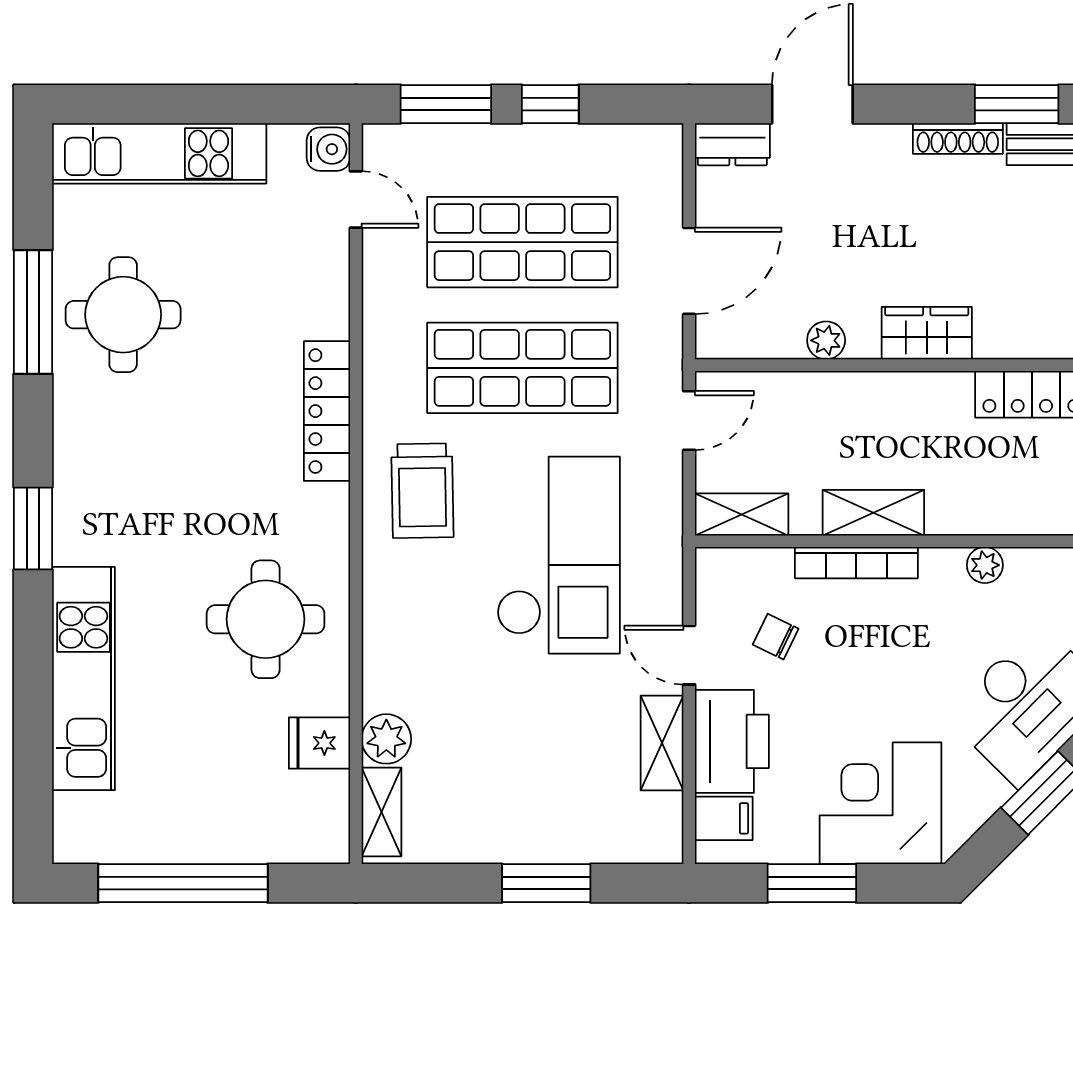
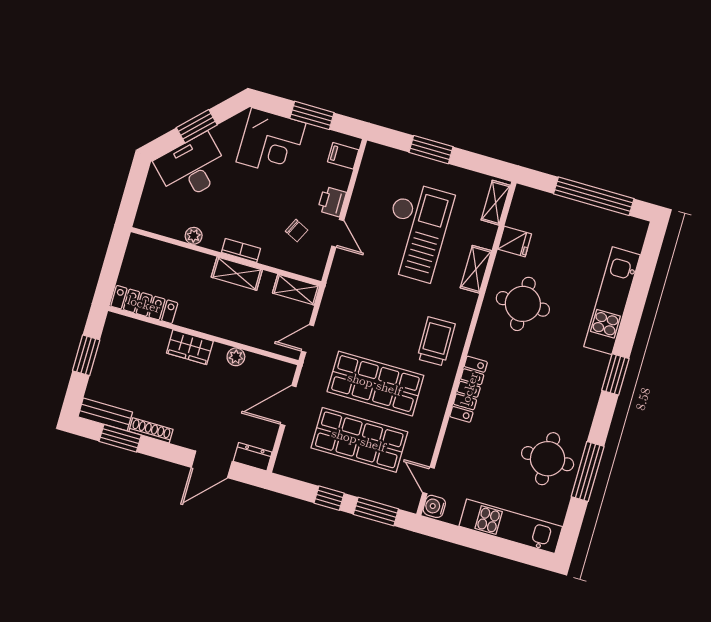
checkout: (558, 555) -> (415, 231), moved, turned 180
bookcase: (856, 563) -> (241, 250), width x0.64
plant: (386, 739) -> (484, 235), removed
printer: (732, 741) -> (332, 202), width x0.53, depth x0.68
shelving: (662, 743) -> (476, 269), moved

